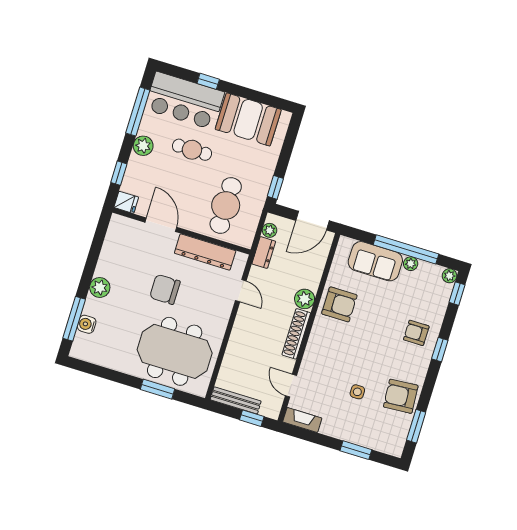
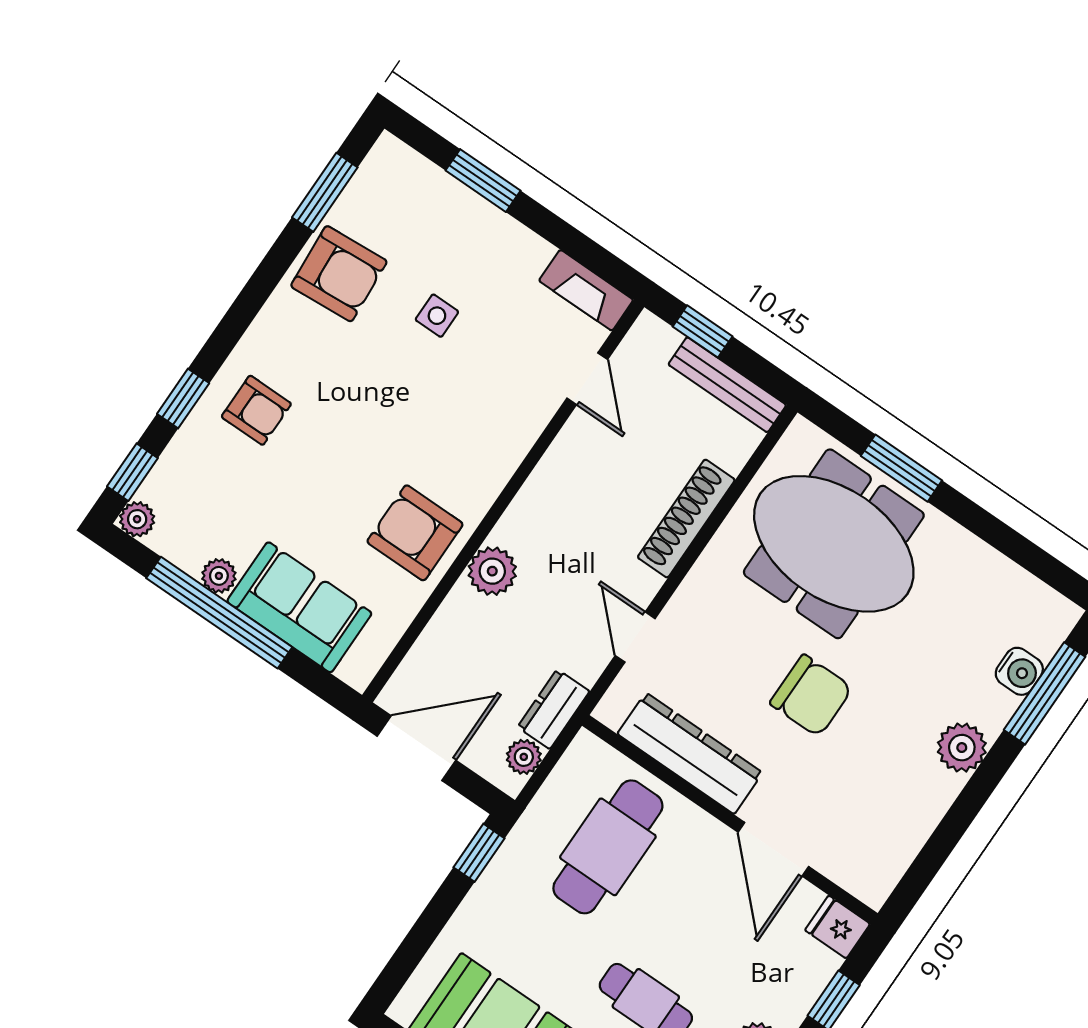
shoe rack: (296, 334) -> (686, 519), moved, turned 180
window: (440, 350) -> (183, 399), moved

